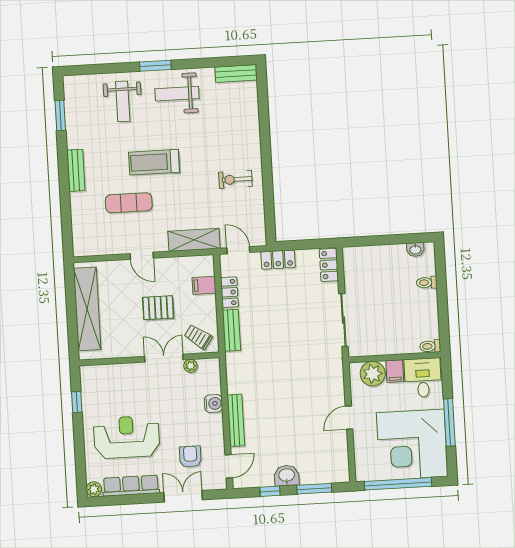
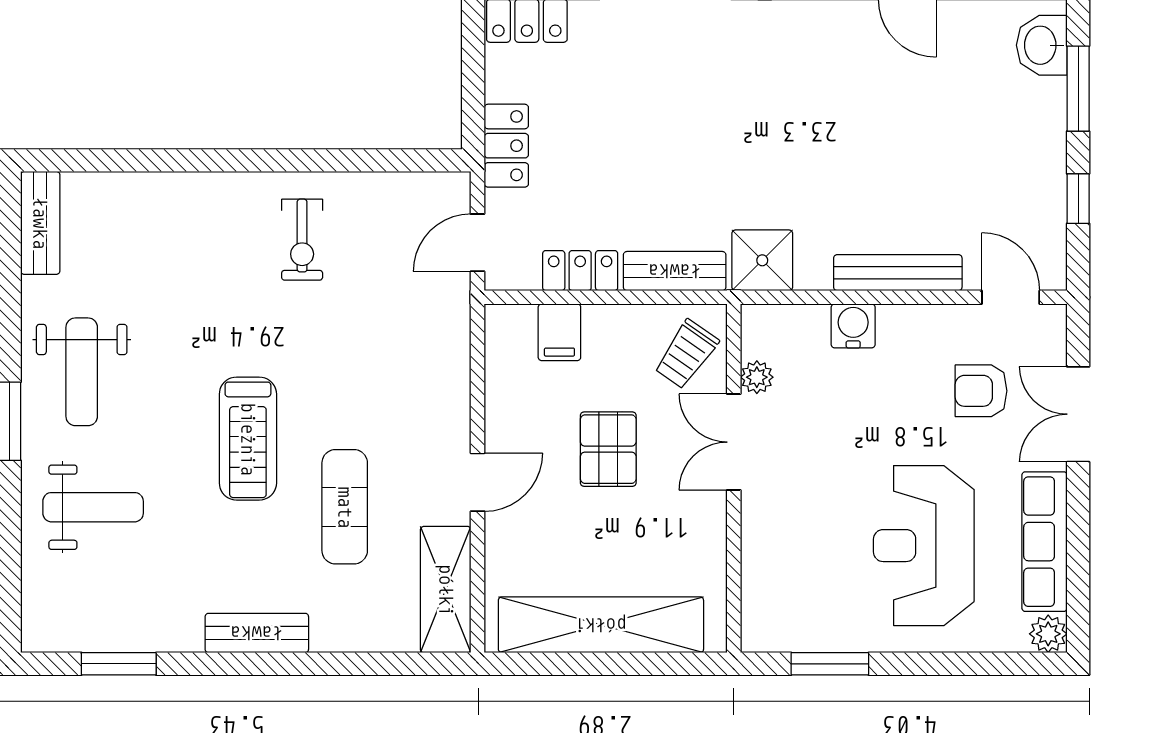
shelving: (194, 240) -> (446, 590), moved
shower: (238, 365) -> (762, 260), added
window: (77, 402) -> (830, 664), width x1.50
washbasin: (287, 476) -> (1042, 45), moved

